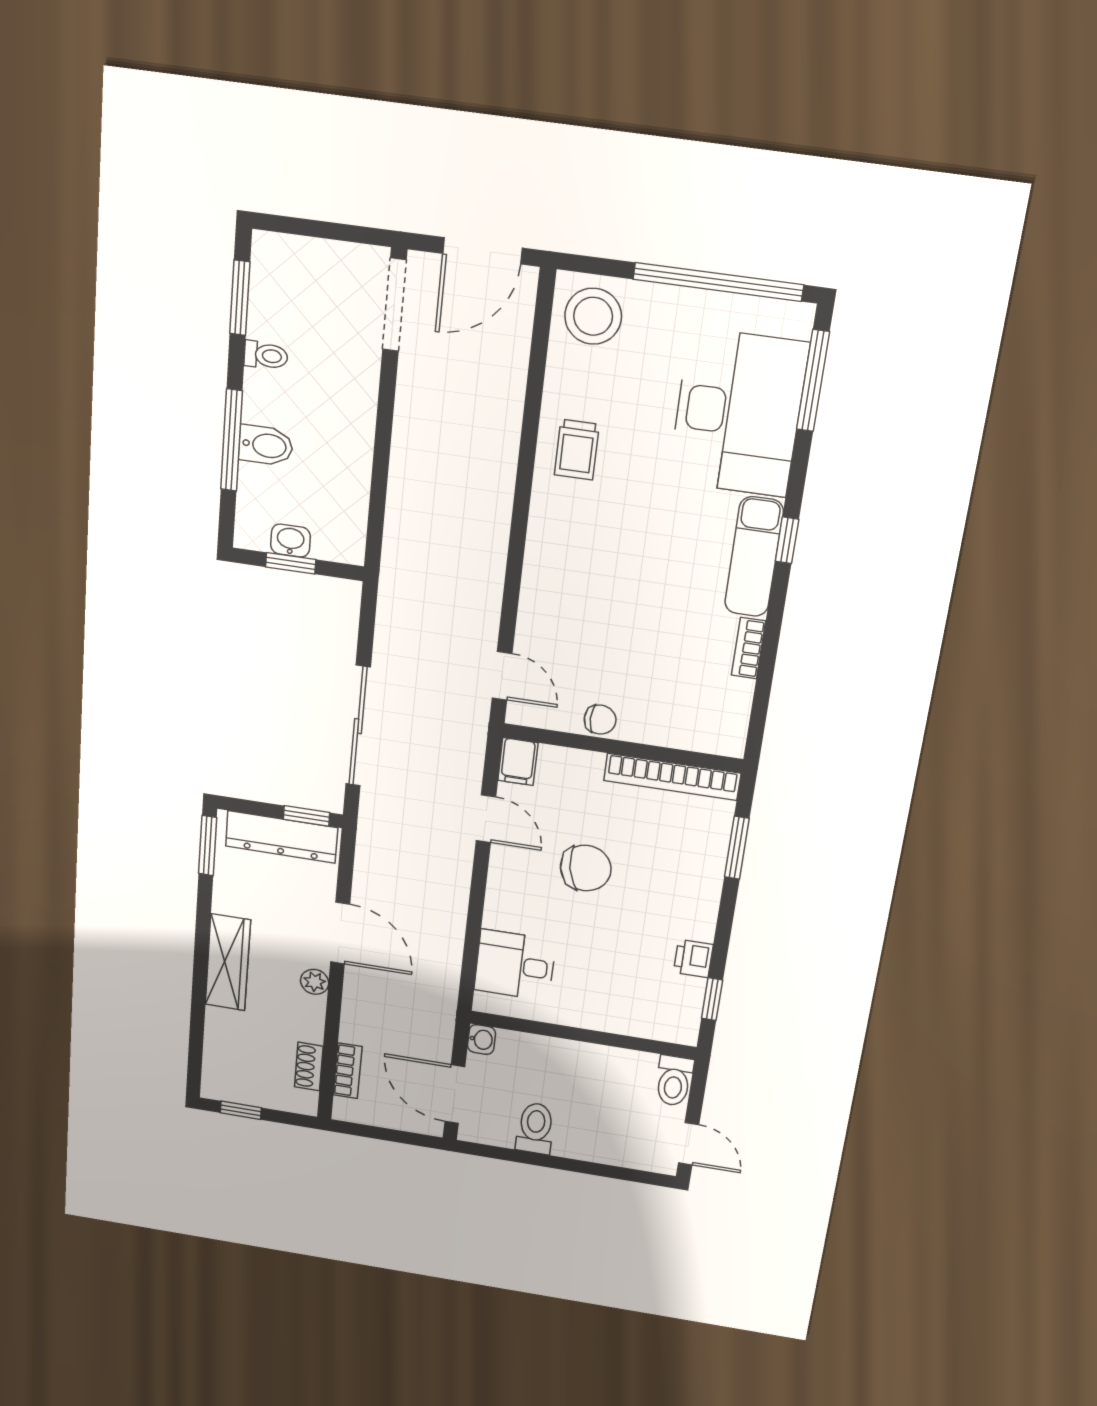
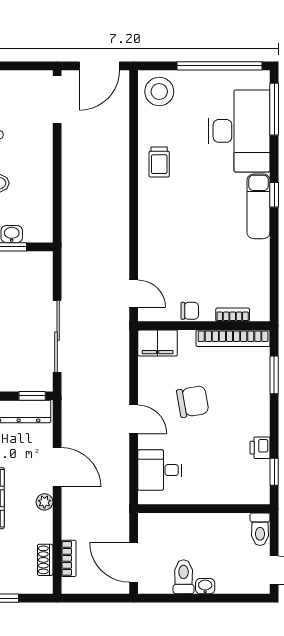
bookcase: (748, 648) -> (233, 315), moved, turned 90
filing cabinet: (518, 762) -> (158, 343), width x2.00
door: (486, 819) -> (134, 419), moved
washbasin: (481, 1040) -> (205, 586), moved, turned -90

